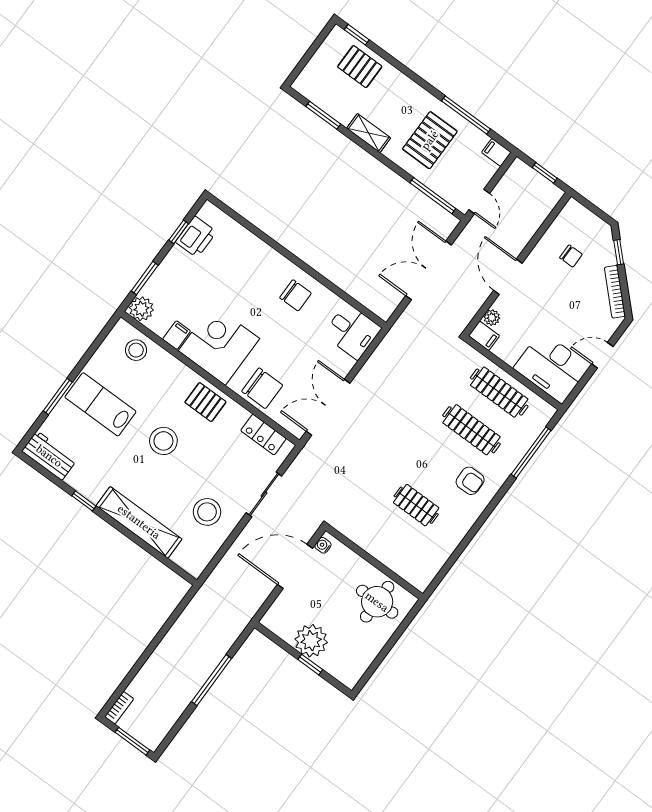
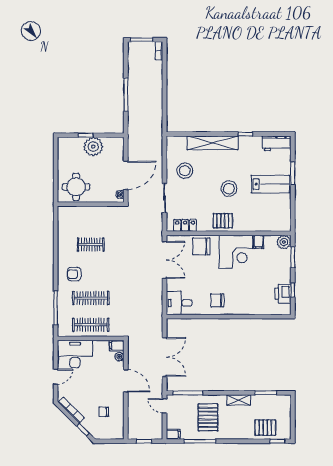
stool: (136, 350) -> (272, 221), removed

